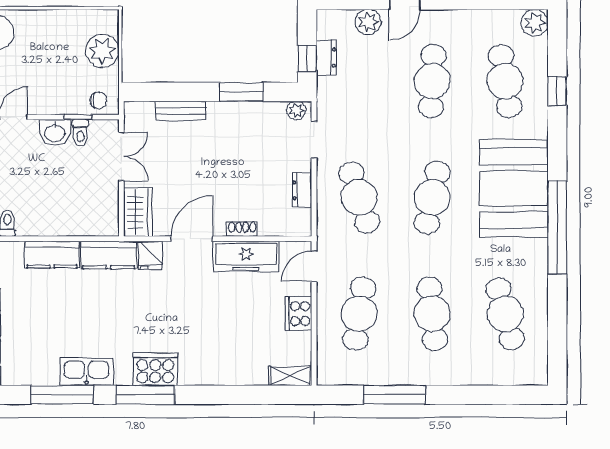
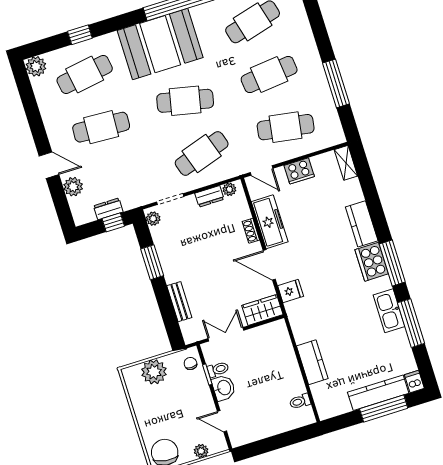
plant: (303, 218) -> (229, 189), added
kitchen counter: (109, 255) -> (362, 224), moved, turned 180

